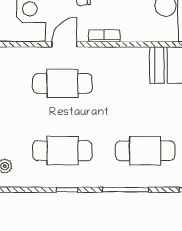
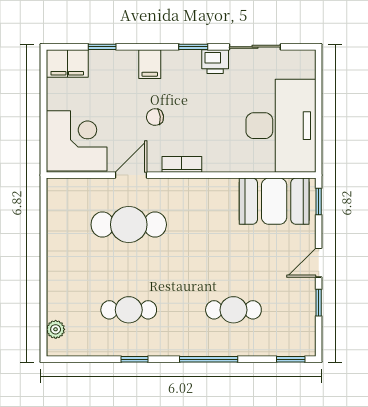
cafe table: (62, 151) -> (129, 310), width x0.73, depth x0.74
cafe table: (145, 151) -> (233, 310), width x0.73, depth x0.74

